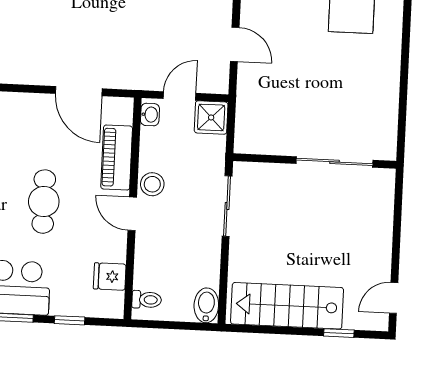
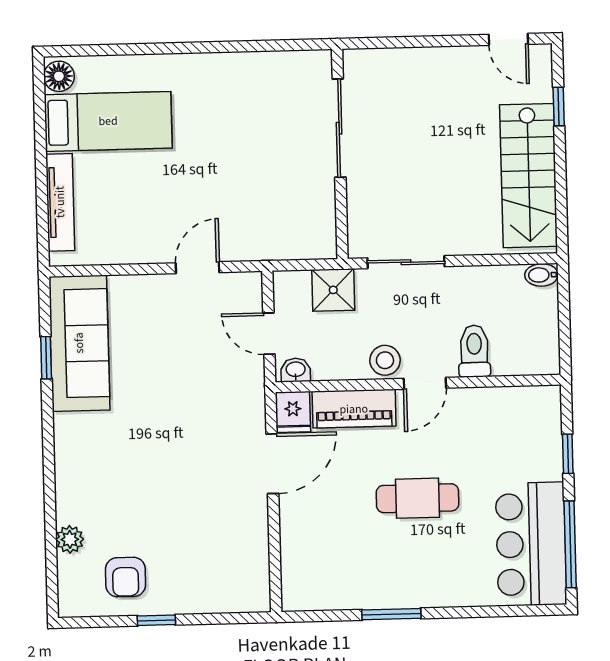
shower: (211, 117) -> (333, 290), moved
fridge: (110, 277) -> (293, 412), moved
toilet: (147, 300) -> (474, 351), moved, width x1.37, depth x1.39
bidet: (206, 305) -> (541, 275), width x0.72, depth x0.74

